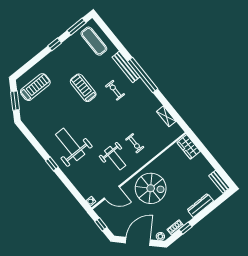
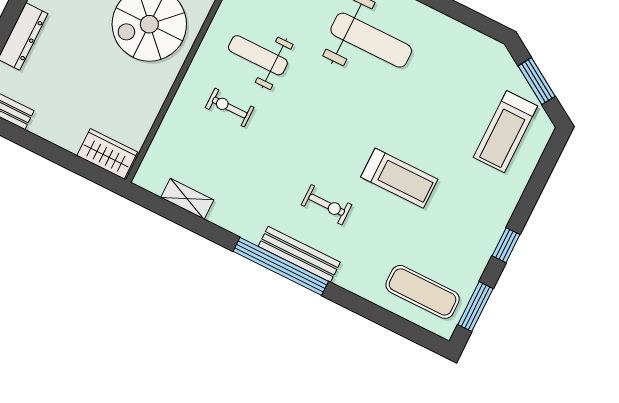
bench: (126, 67) -> (299, 254), moved

